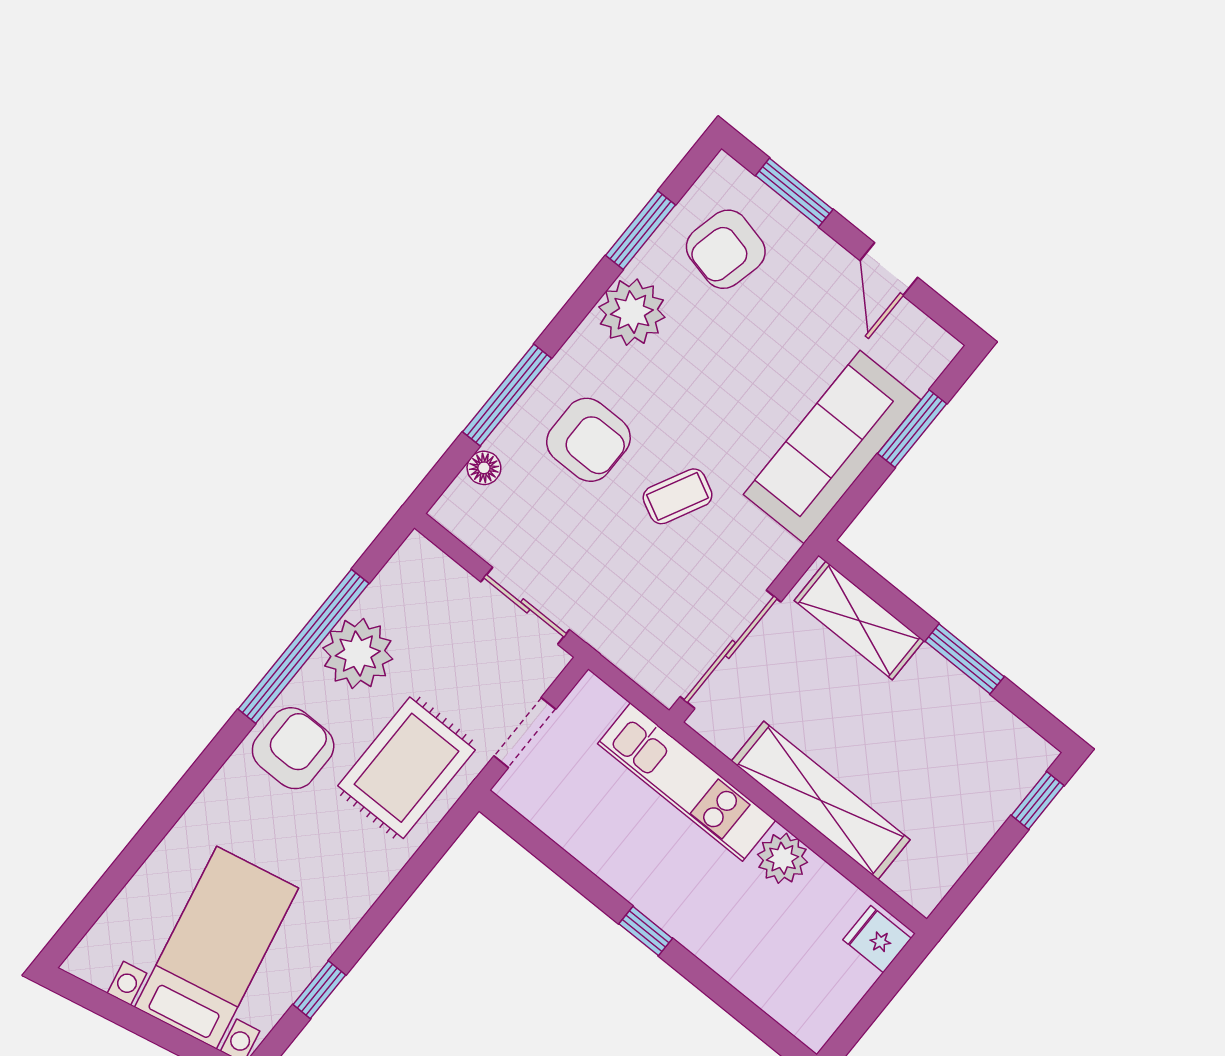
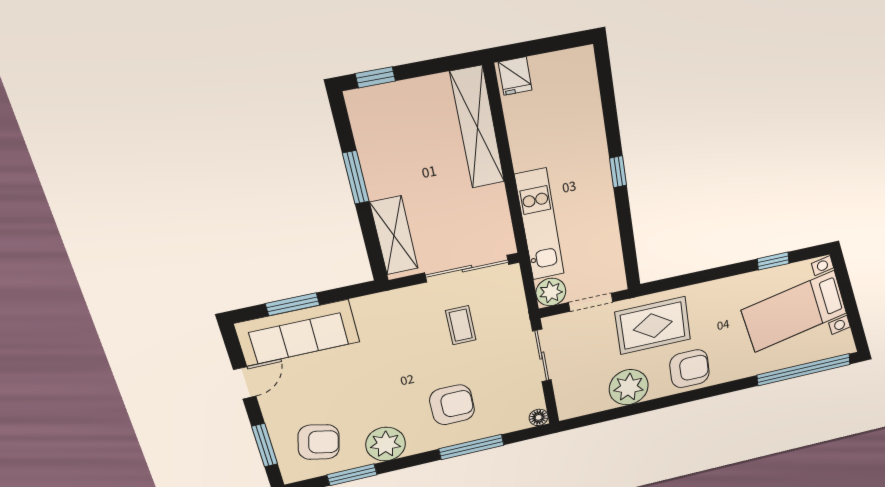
armchair: (588, 440) -> (452, 405), turned 90
sofa: (832, 447) -> (297, 333), moved
floor lamp: (484, 468) -> (539, 417), moved
coffee table: (678, 496) -> (461, 325), moved, turned 63
window: (303, 646) -> (804, 370), moved
armchair: (293, 748) -> (689, 369), turned 180
shelving: (821, 800) -> (477, 128), moved
plant: (782, 858) -> (551, 292), moved

